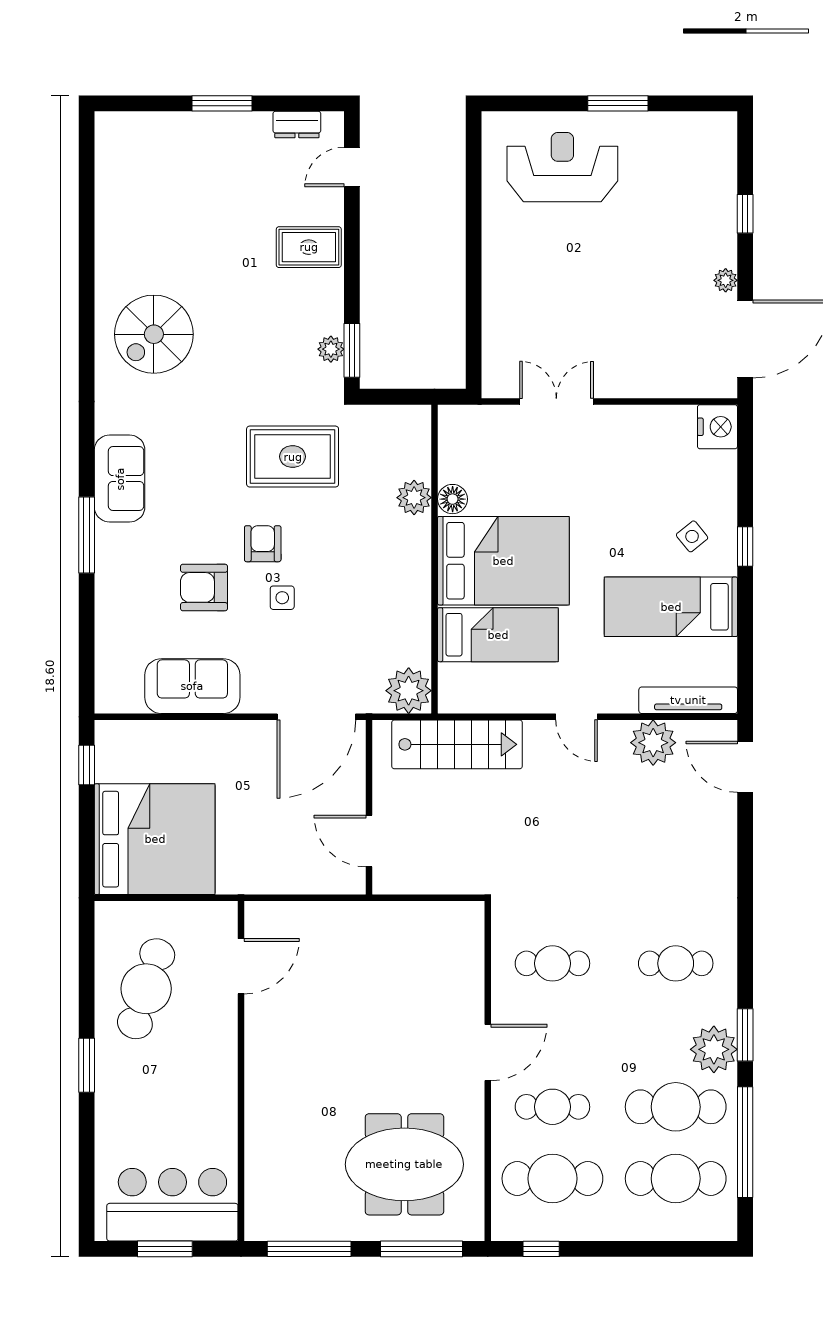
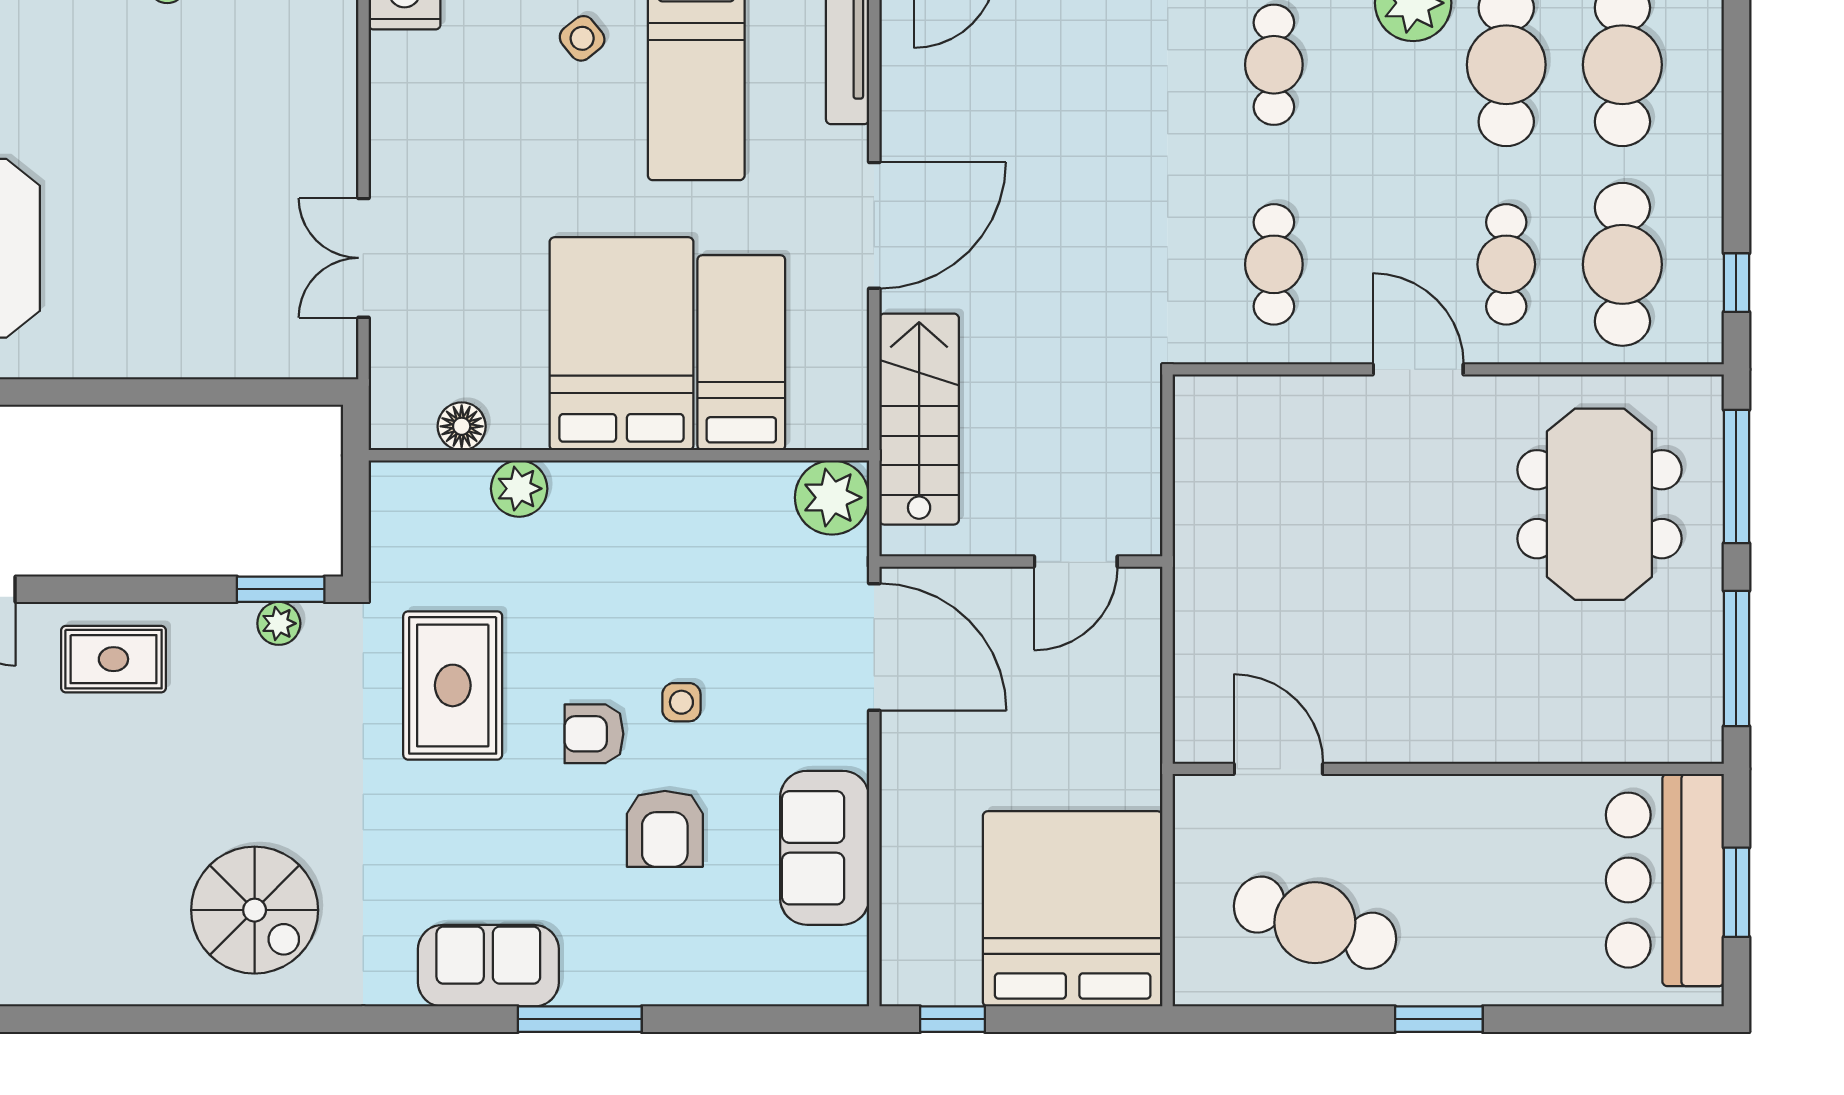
rug: (309, 247) -> (113, 659), turned 90
floor lamp: (453, 499) -> (462, 426), moved
door: (577, 717) -> (874, 225), width x1.88
plant: (653, 743) -> (916, 101), removed

